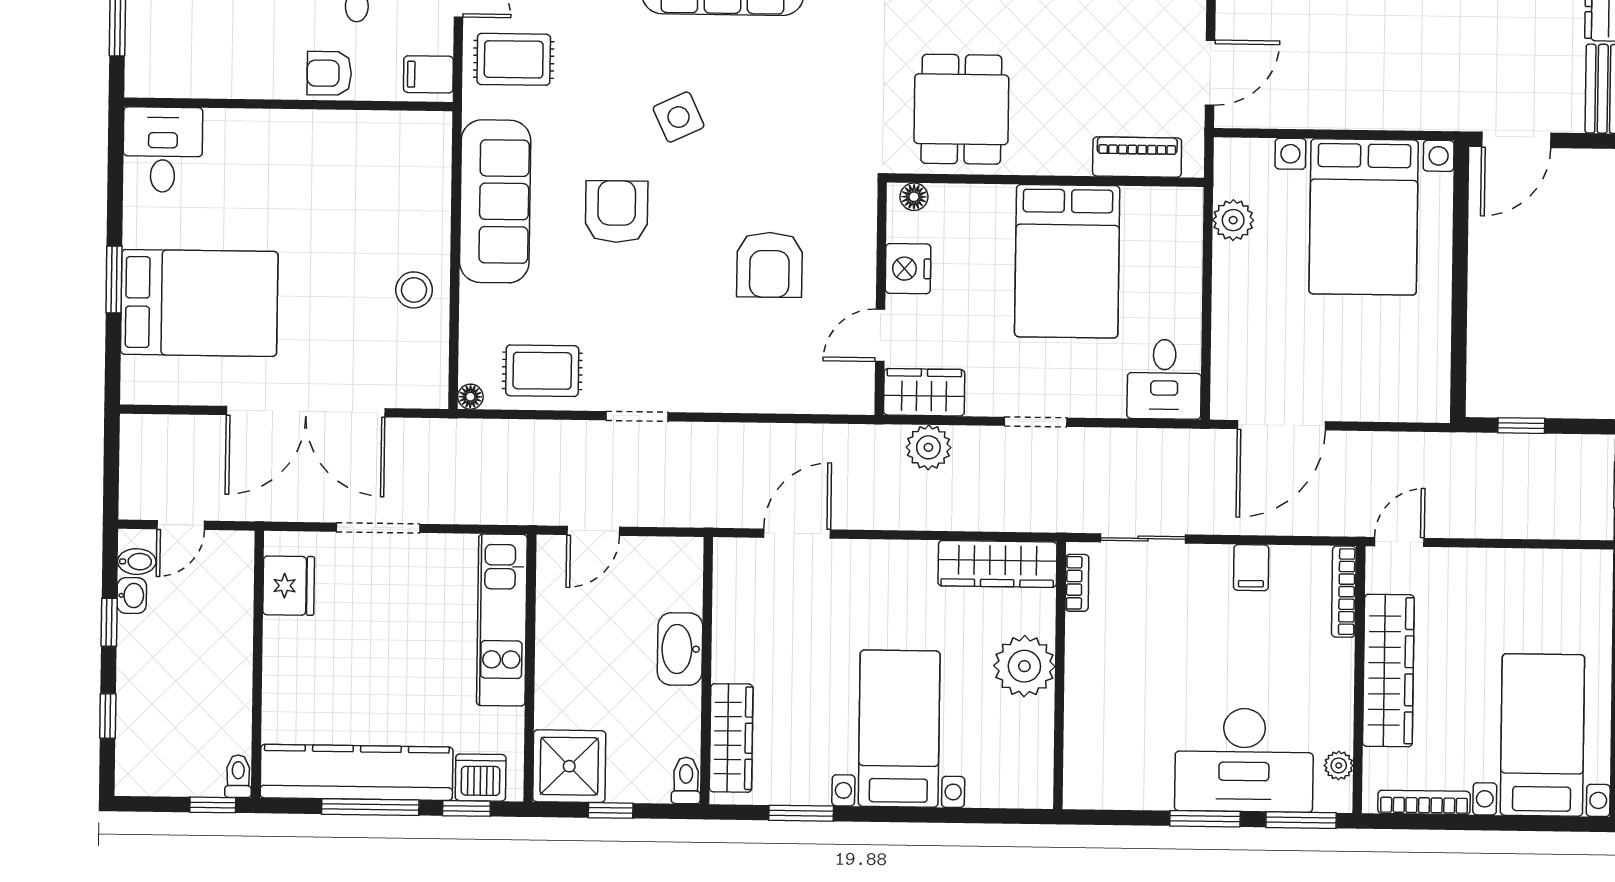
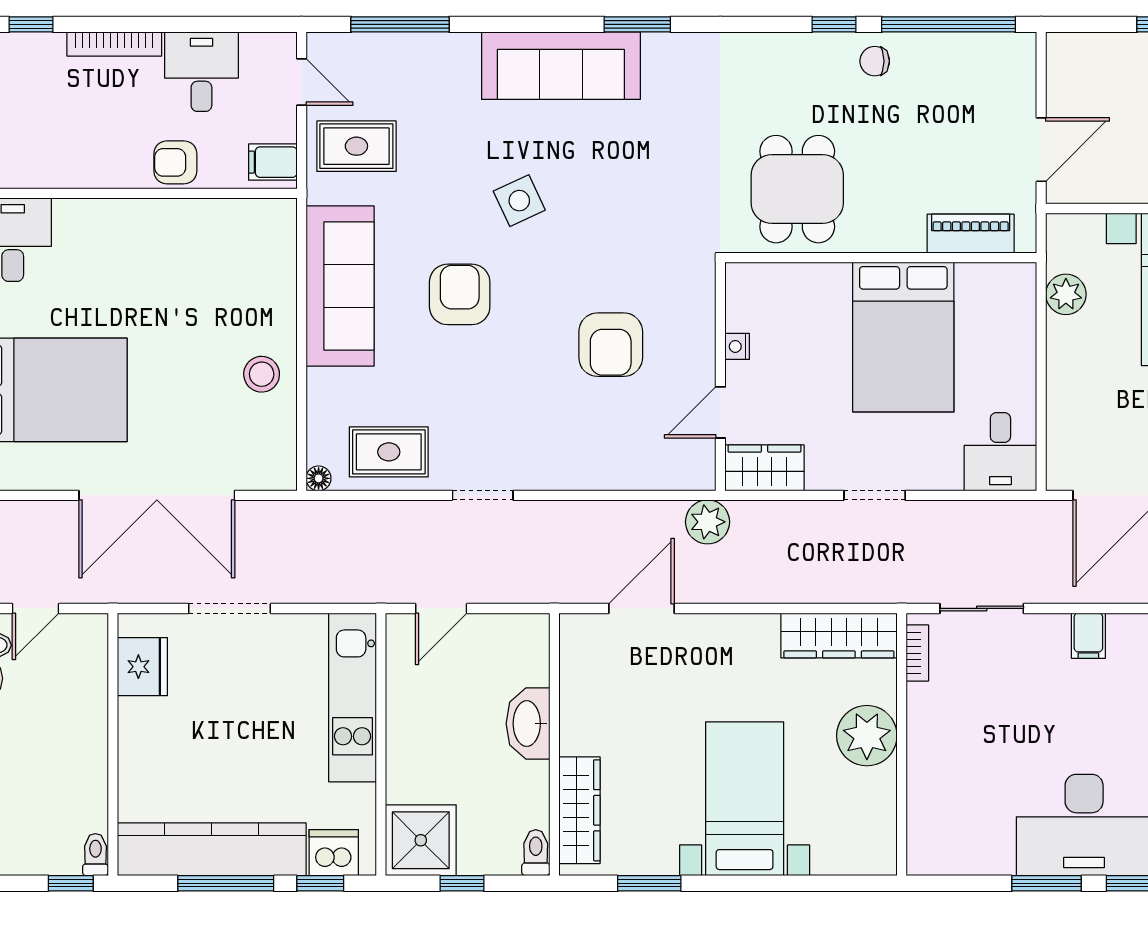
floor lamp: (914, 197) -> (752, 276), removed
nightstand: (908, 269) -> (737, 346), width x0.53, depth x0.56
plant: (928, 447) -> (708, 522), moved

